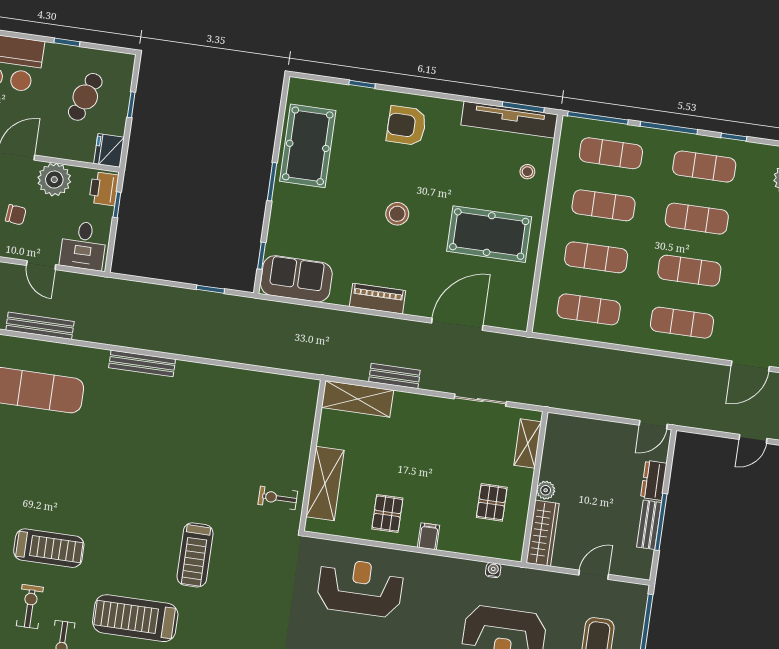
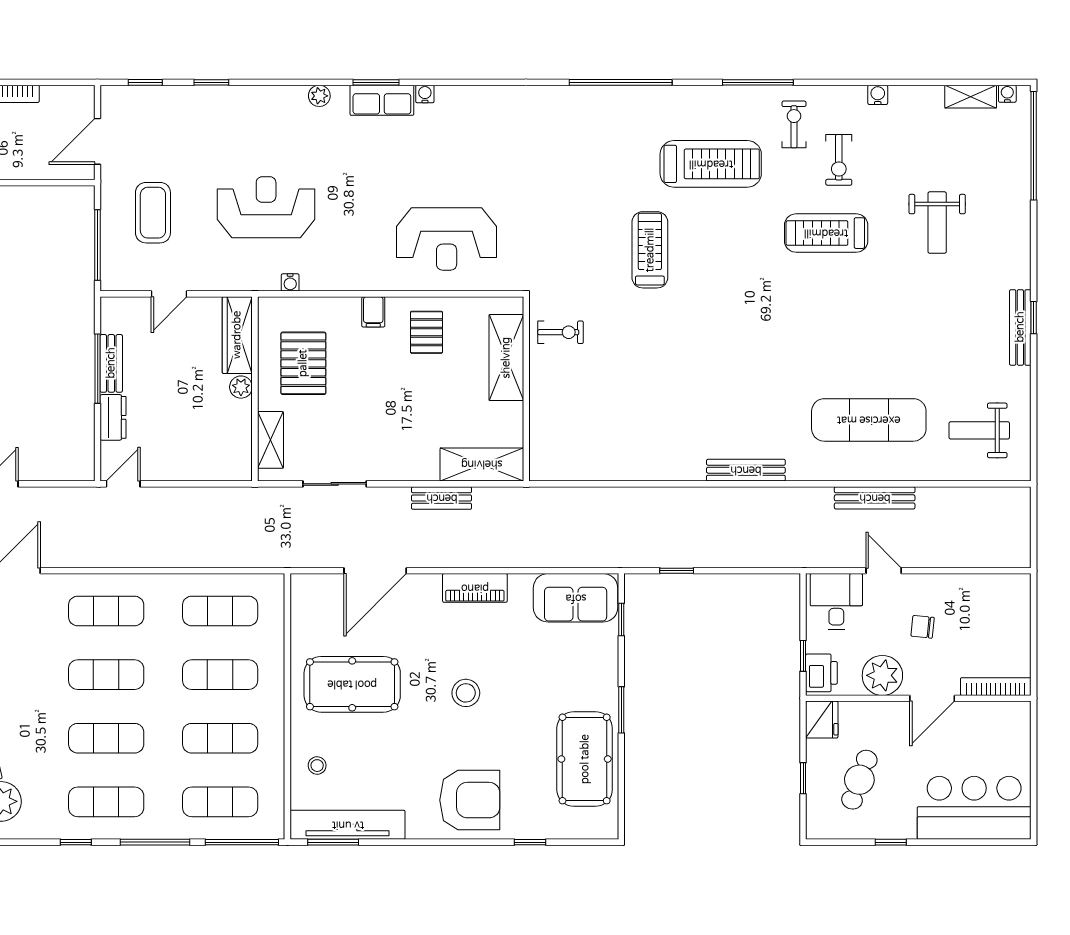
armchair: (406, 126) -> (470, 800), width x1.36, depth x1.36
pallet: (492, 502) -> (303, 363), width x1.50, depth x1.42

